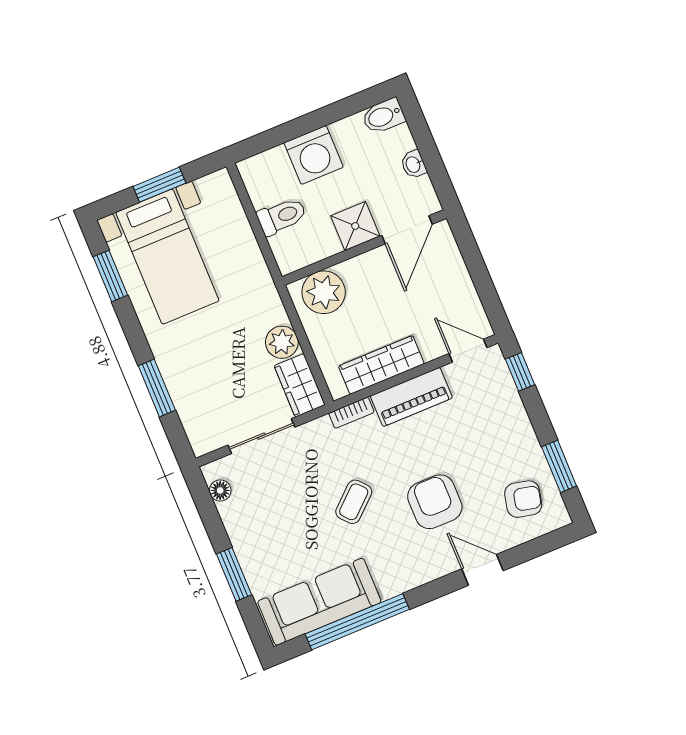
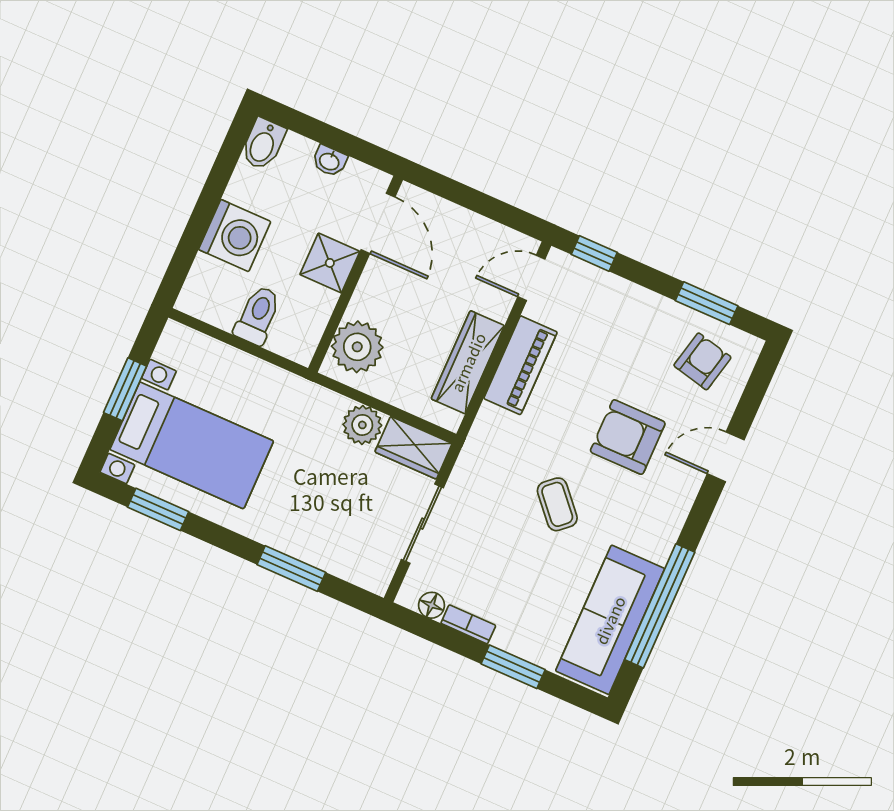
bookcase: (351, 413) -> (468, 624), moved, turned -90

